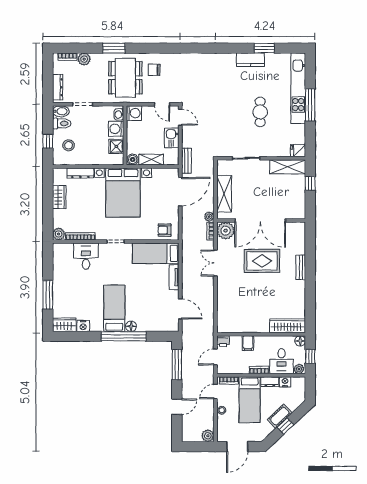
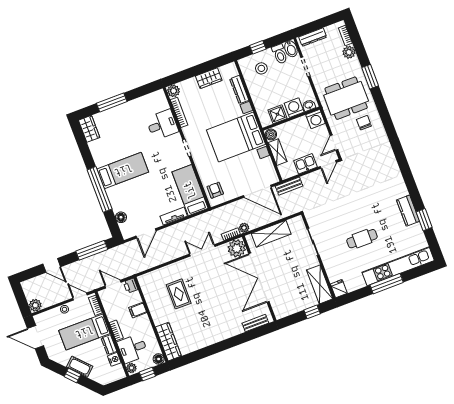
rug: (262, 261) -> (179, 294), moved, width x0.73, depth x0.70
bench: (301, 267) -> (255, 323), moved
nightstand: (83, 326) -> (95, 147), removed
floor lamp: (131, 326) -> (121, 217), moved

